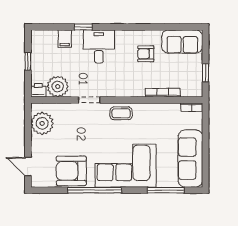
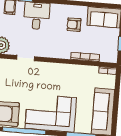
coffee table: (121, 113) -> (50, 71), removed

